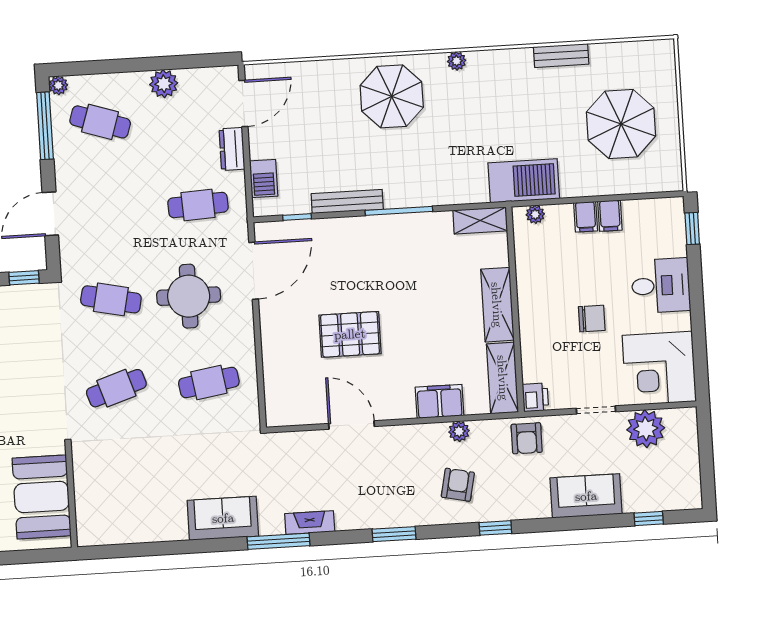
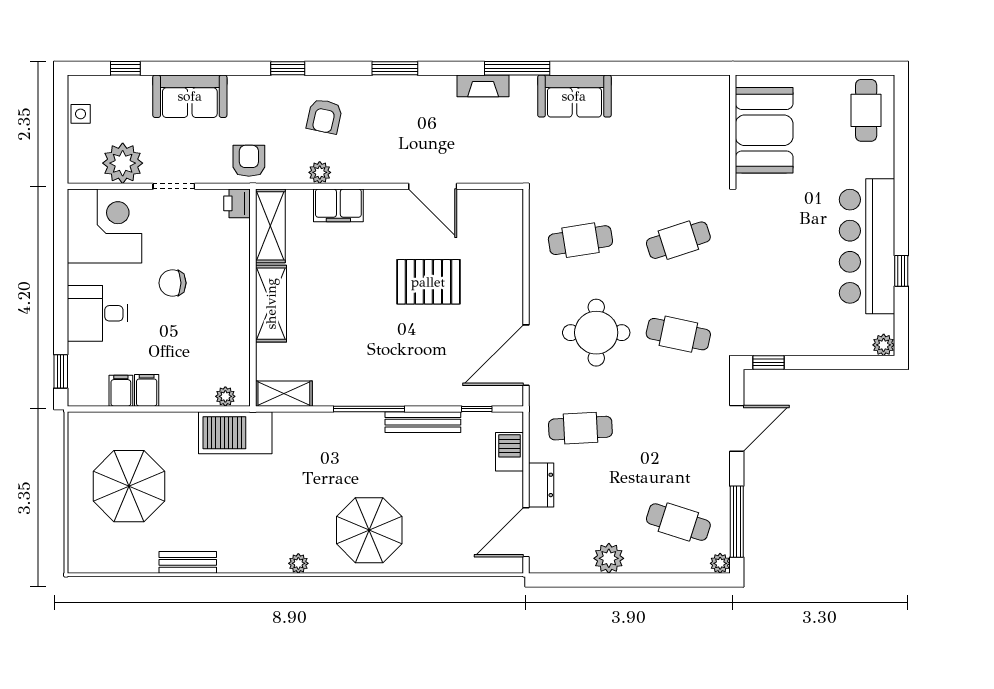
filing cabinet: (586, 217) -> (121, 391), moved
side table: (688, 473) -> (81, 114), added

